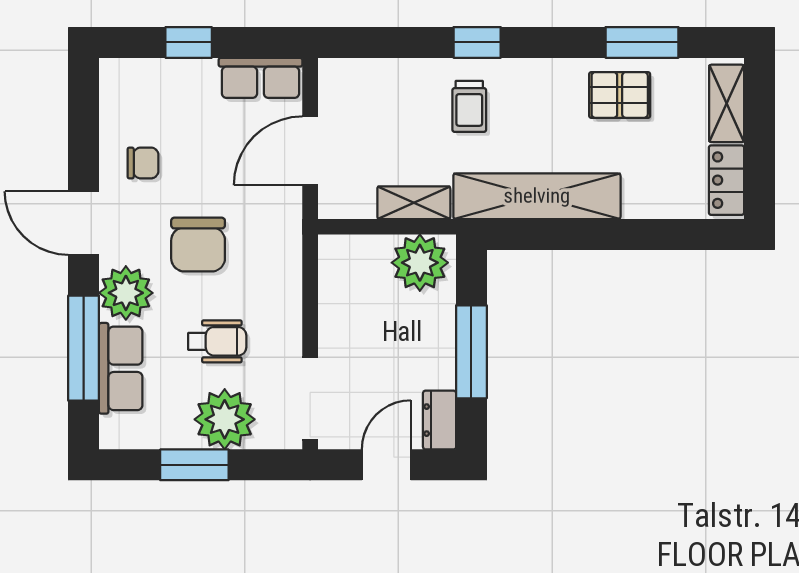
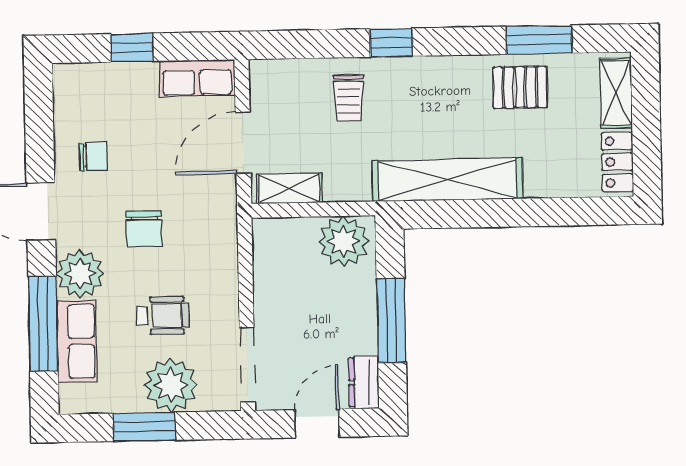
trolley: (469, 106) -> (348, 98), moved
shelving: (414, 203) -> (289, 188), moved
chair: (198, 245) -> (144, 229), width x0.73, depth x0.73

